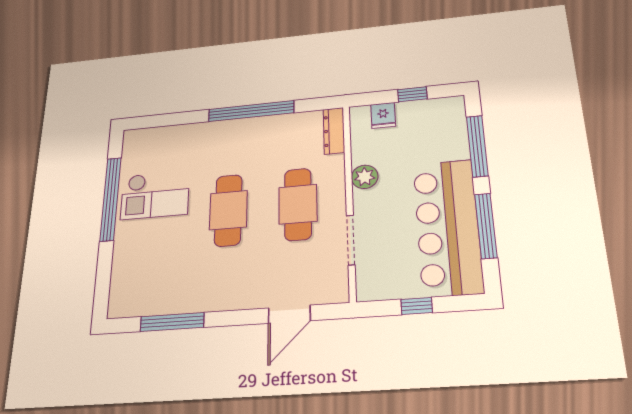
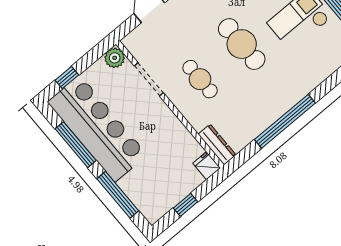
fridge: (383, 115) -> (207, 166), moved
plant: (365, 177) -> (115, 58), moved
cafe table: (298, 204) -> (200, 79), width x0.73, depth x0.74
window: (417, 306) -> (67, 78), moved

